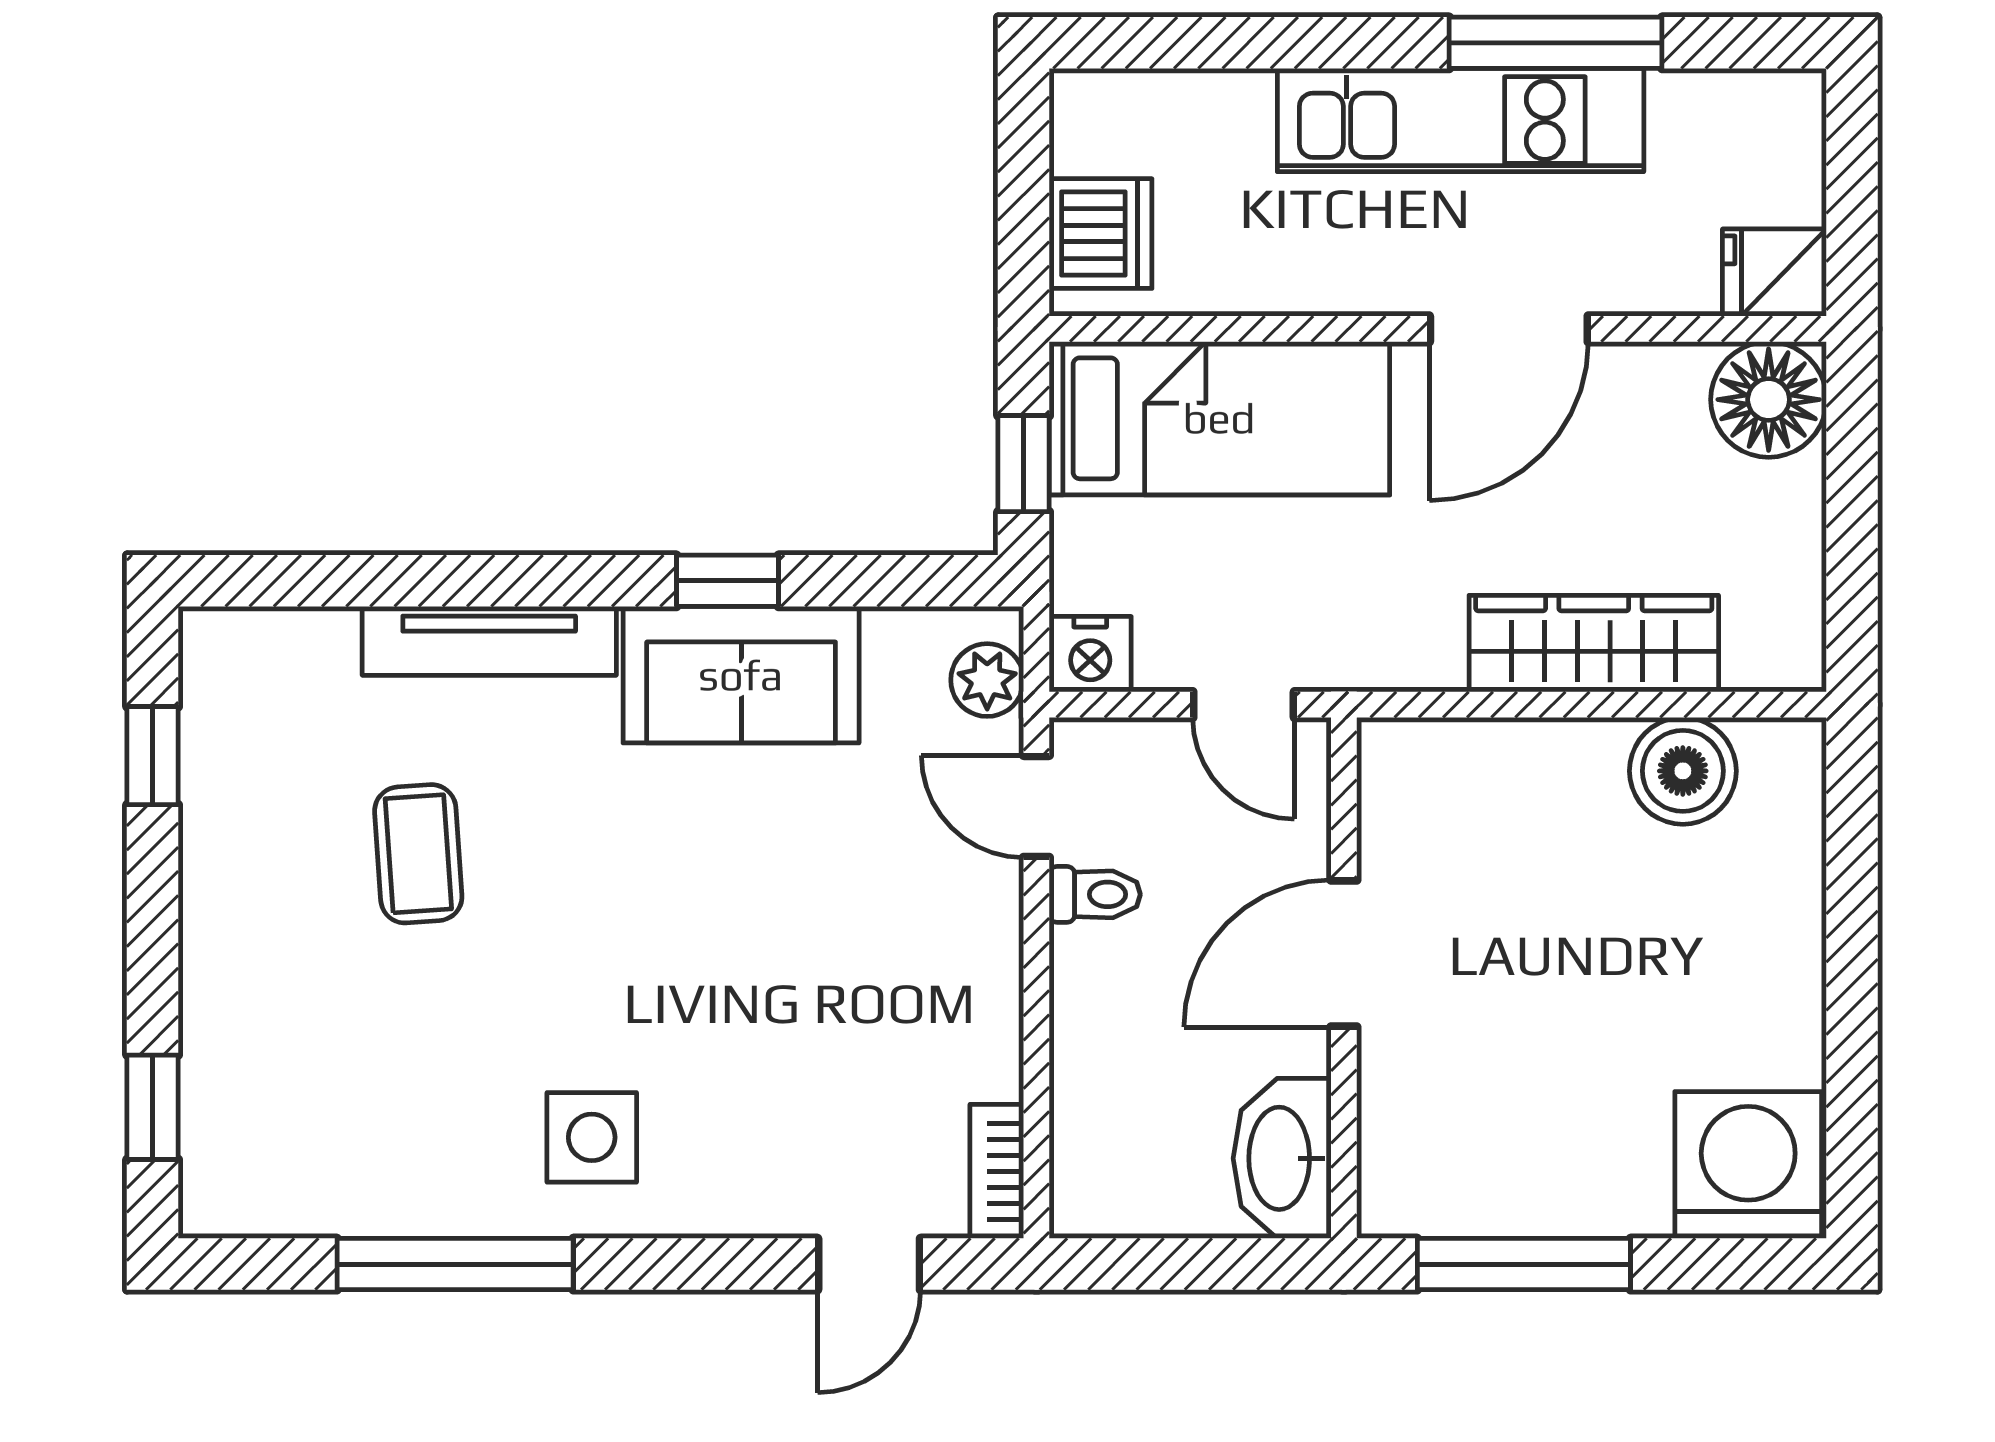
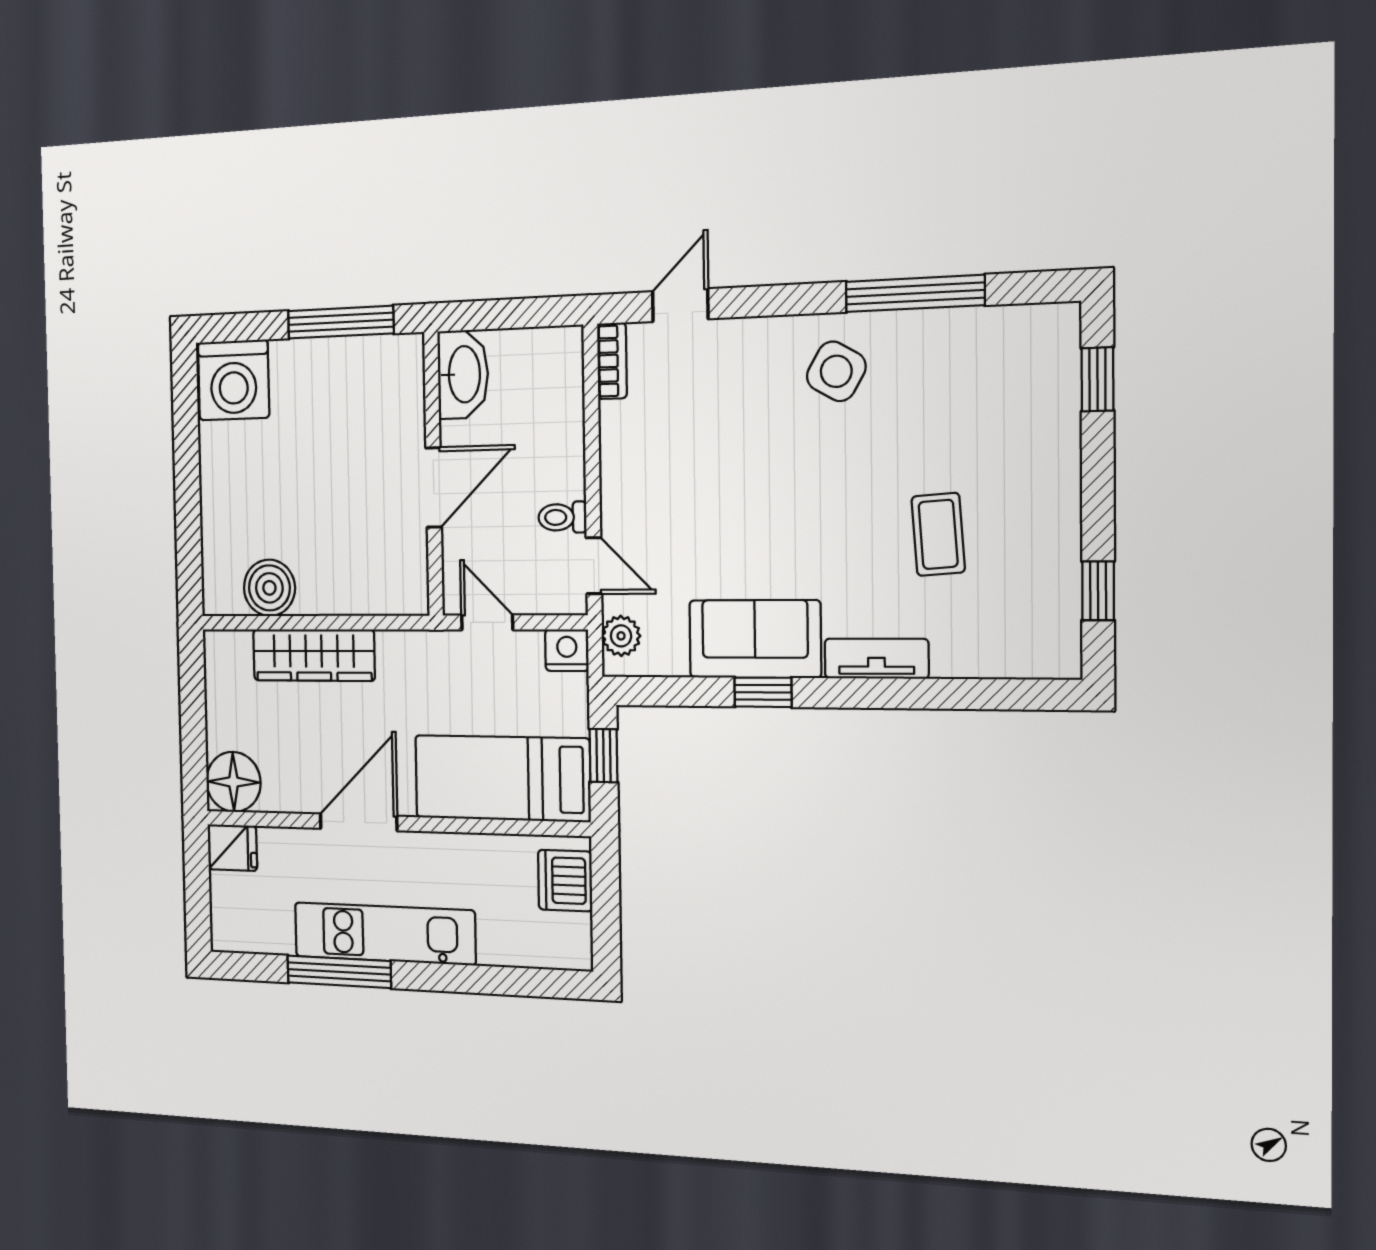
tv unit: (489, 641) -> (876, 659), width x0.71
side table: (592, 1137) -> (836, 371), turned 30

